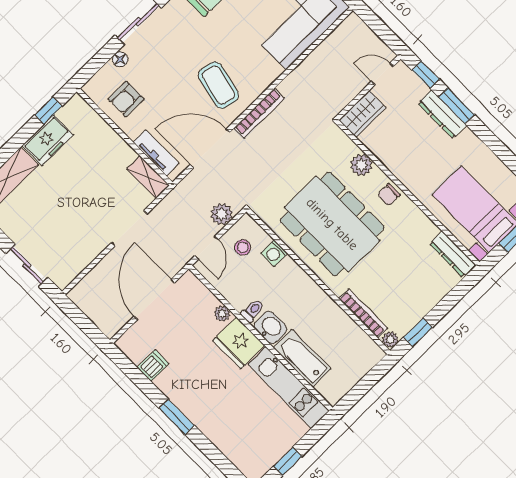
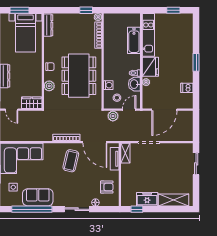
washbasin: (270, 327) -> (134, 84), moved

